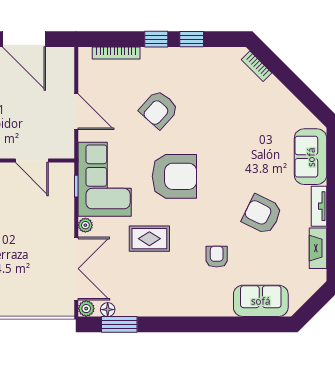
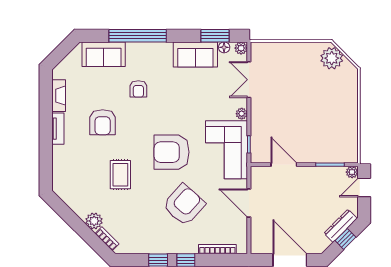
plant: (273, 89) -> (94, 221), added
armchair: (159, 109) -> (184, 205), width x1.36, depth x1.36
sofa: (311, 157) -> (195, 54), moved, turned 90
armchair: (262, 214) -> (103, 122), turned 64
rug: (149, 239) -> (120, 175), moved, turned 90
double door: (76, 269) -> (249, 80), width x0.73
window: (218, 324) -> (138, 36), added

